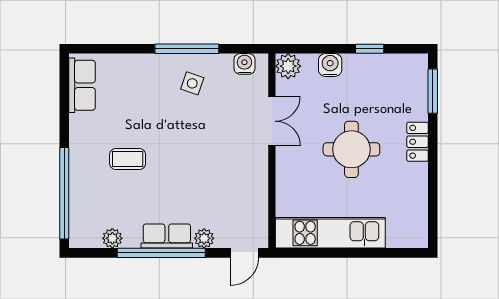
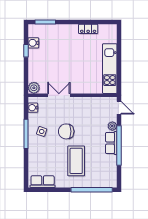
water cooler: (330, 65) -> (33, 43), moved
chair: (192, 137) -> (66, 131), added
locker: (418, 142) -> (88, 29), moved
round table: (351, 149) -> (72, 59), removed
coffee table: (128, 159) -> (76, 161), width x1.86, depth x1.72
plant: (112, 238) -> (112, 168), removed

